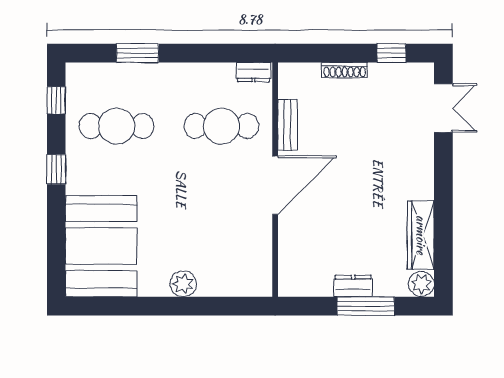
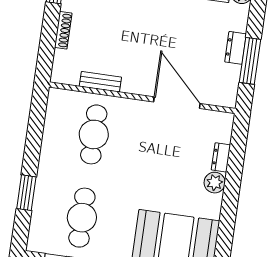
dresser: (254, 72) -> (221, 157), moved, turned 180
door: (275, 185) -> (177, 103), moved
window: (366, 306) -> (250, 61), moved

